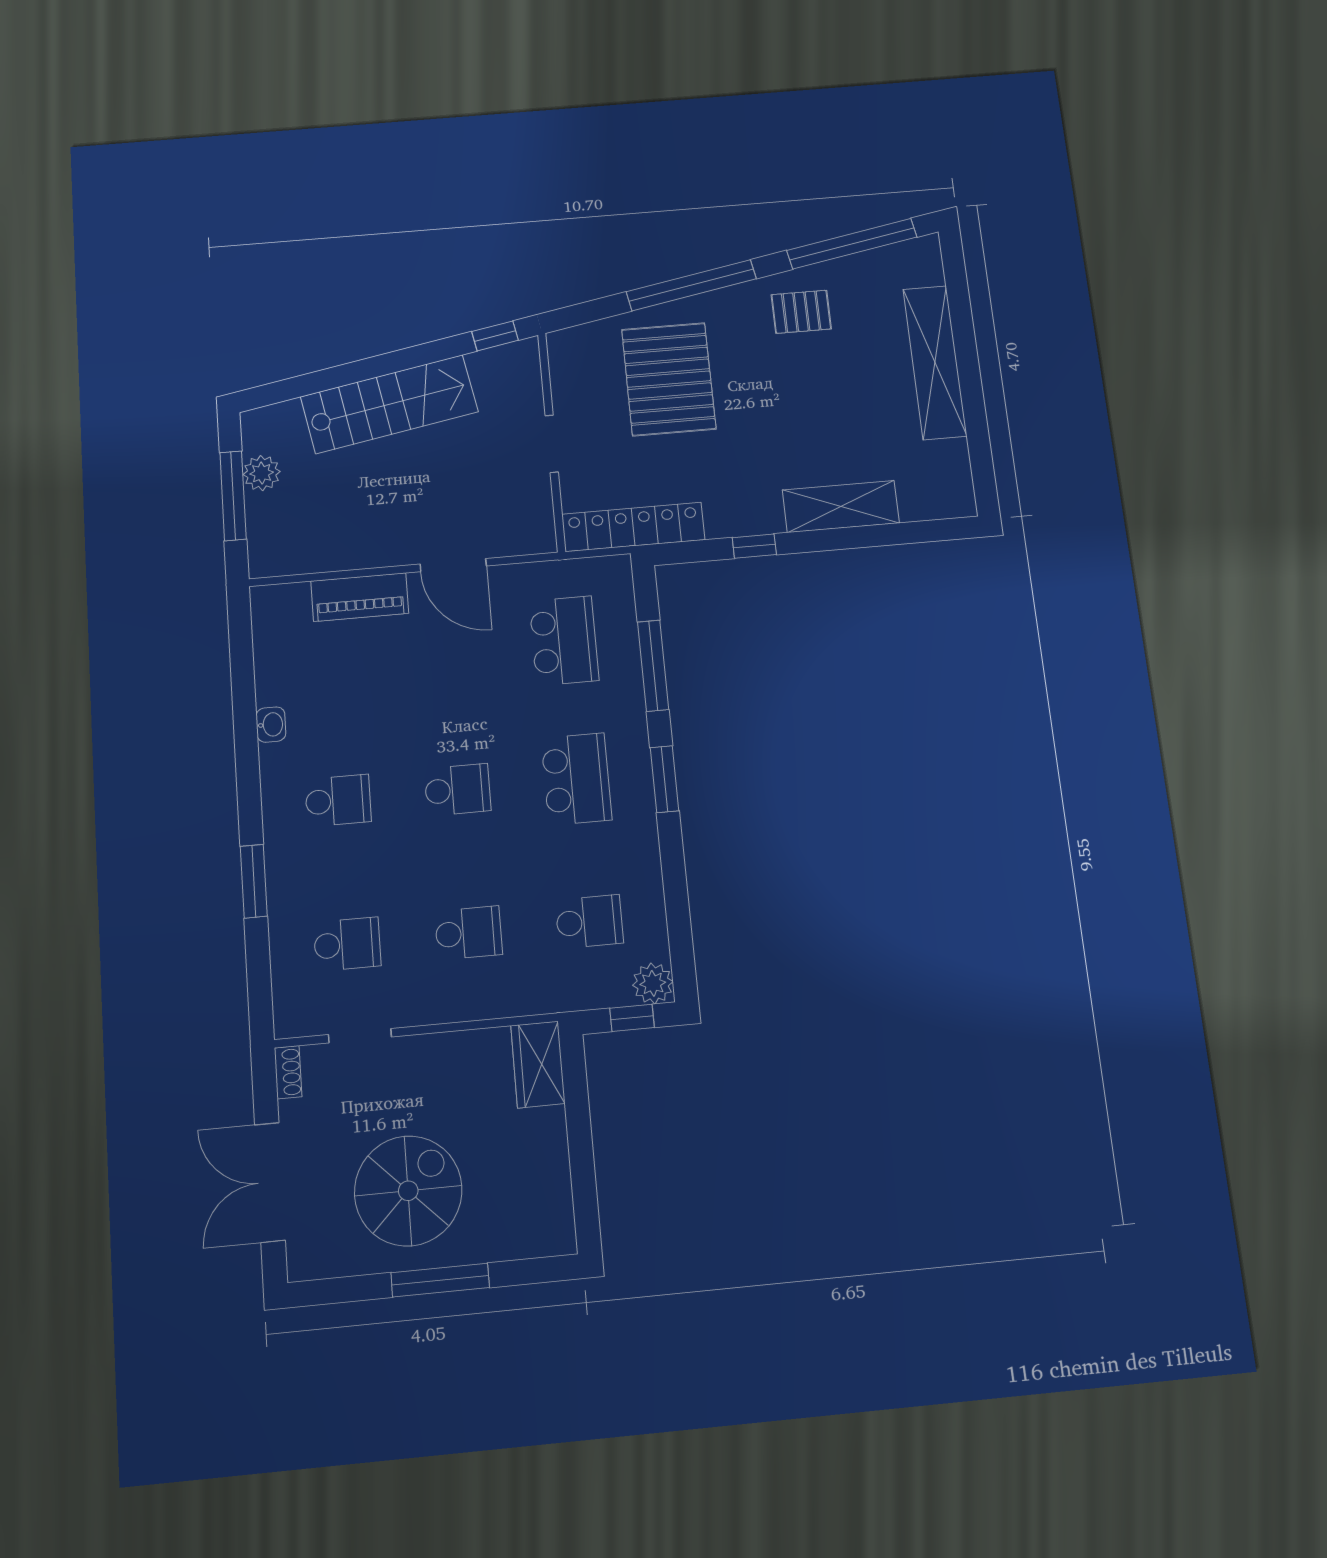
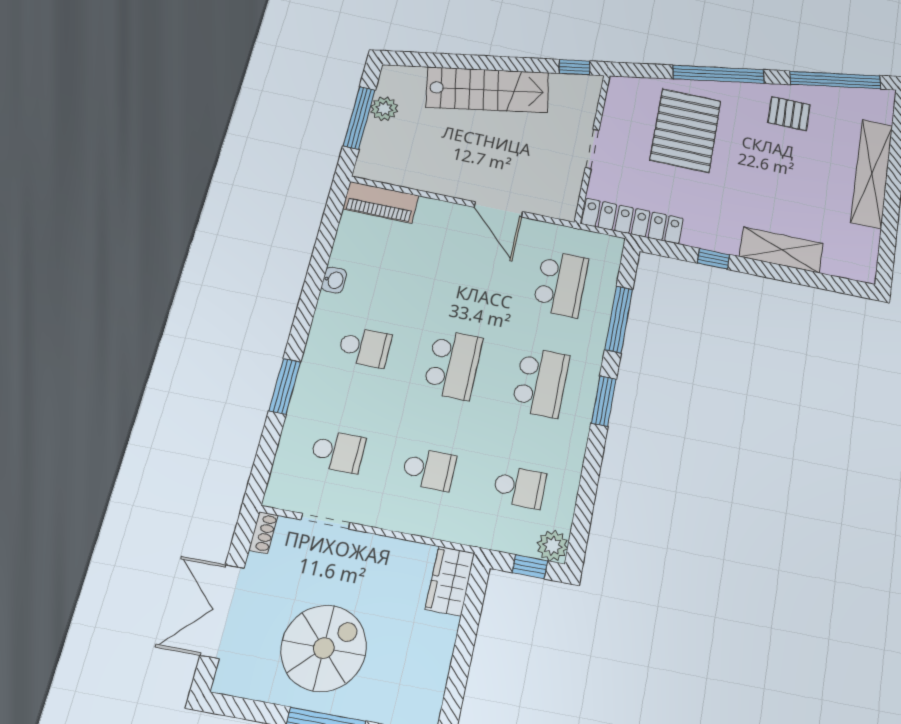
piano: (360, 597) -> (381, 202), moved
school desk: (457, 790) -> (453, 365), width x1.85

